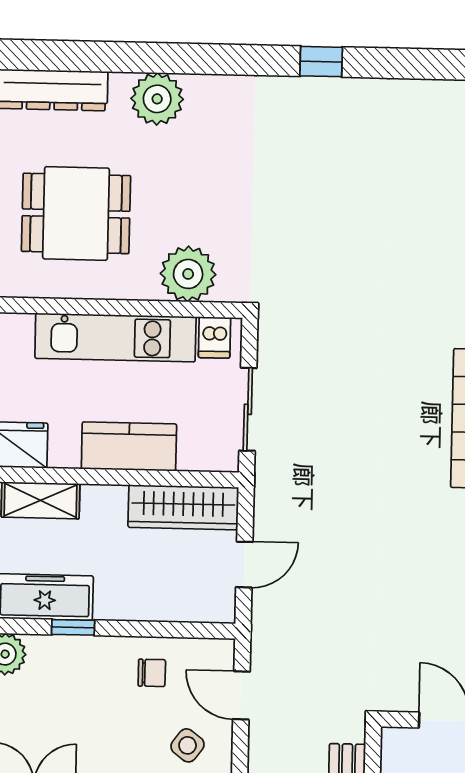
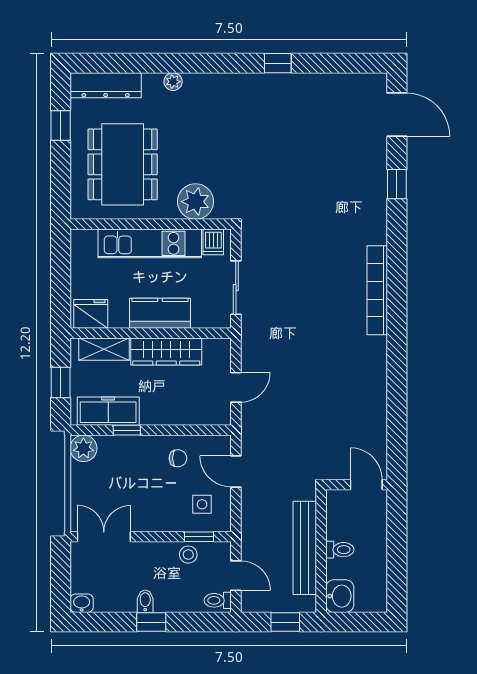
plant: (157, 99) -> (173, 82), width x0.53, depth x0.53
dining table: (76, 213) -> (123, 164), width x1.37
wardrobe: (183, 507) -> (166, 351), moved
side table: (188, 745) -> (202, 504), turned -37

